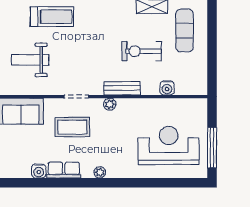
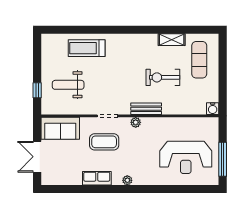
treadmill: (52, 17) -> (87, 48), turned 180
water cooler: (167, 88) -> (213, 109), moved
reception desk: (169, 145) -> (186, 157), turned 180
water cooler: (39, 171) -> (75, 179), removed

